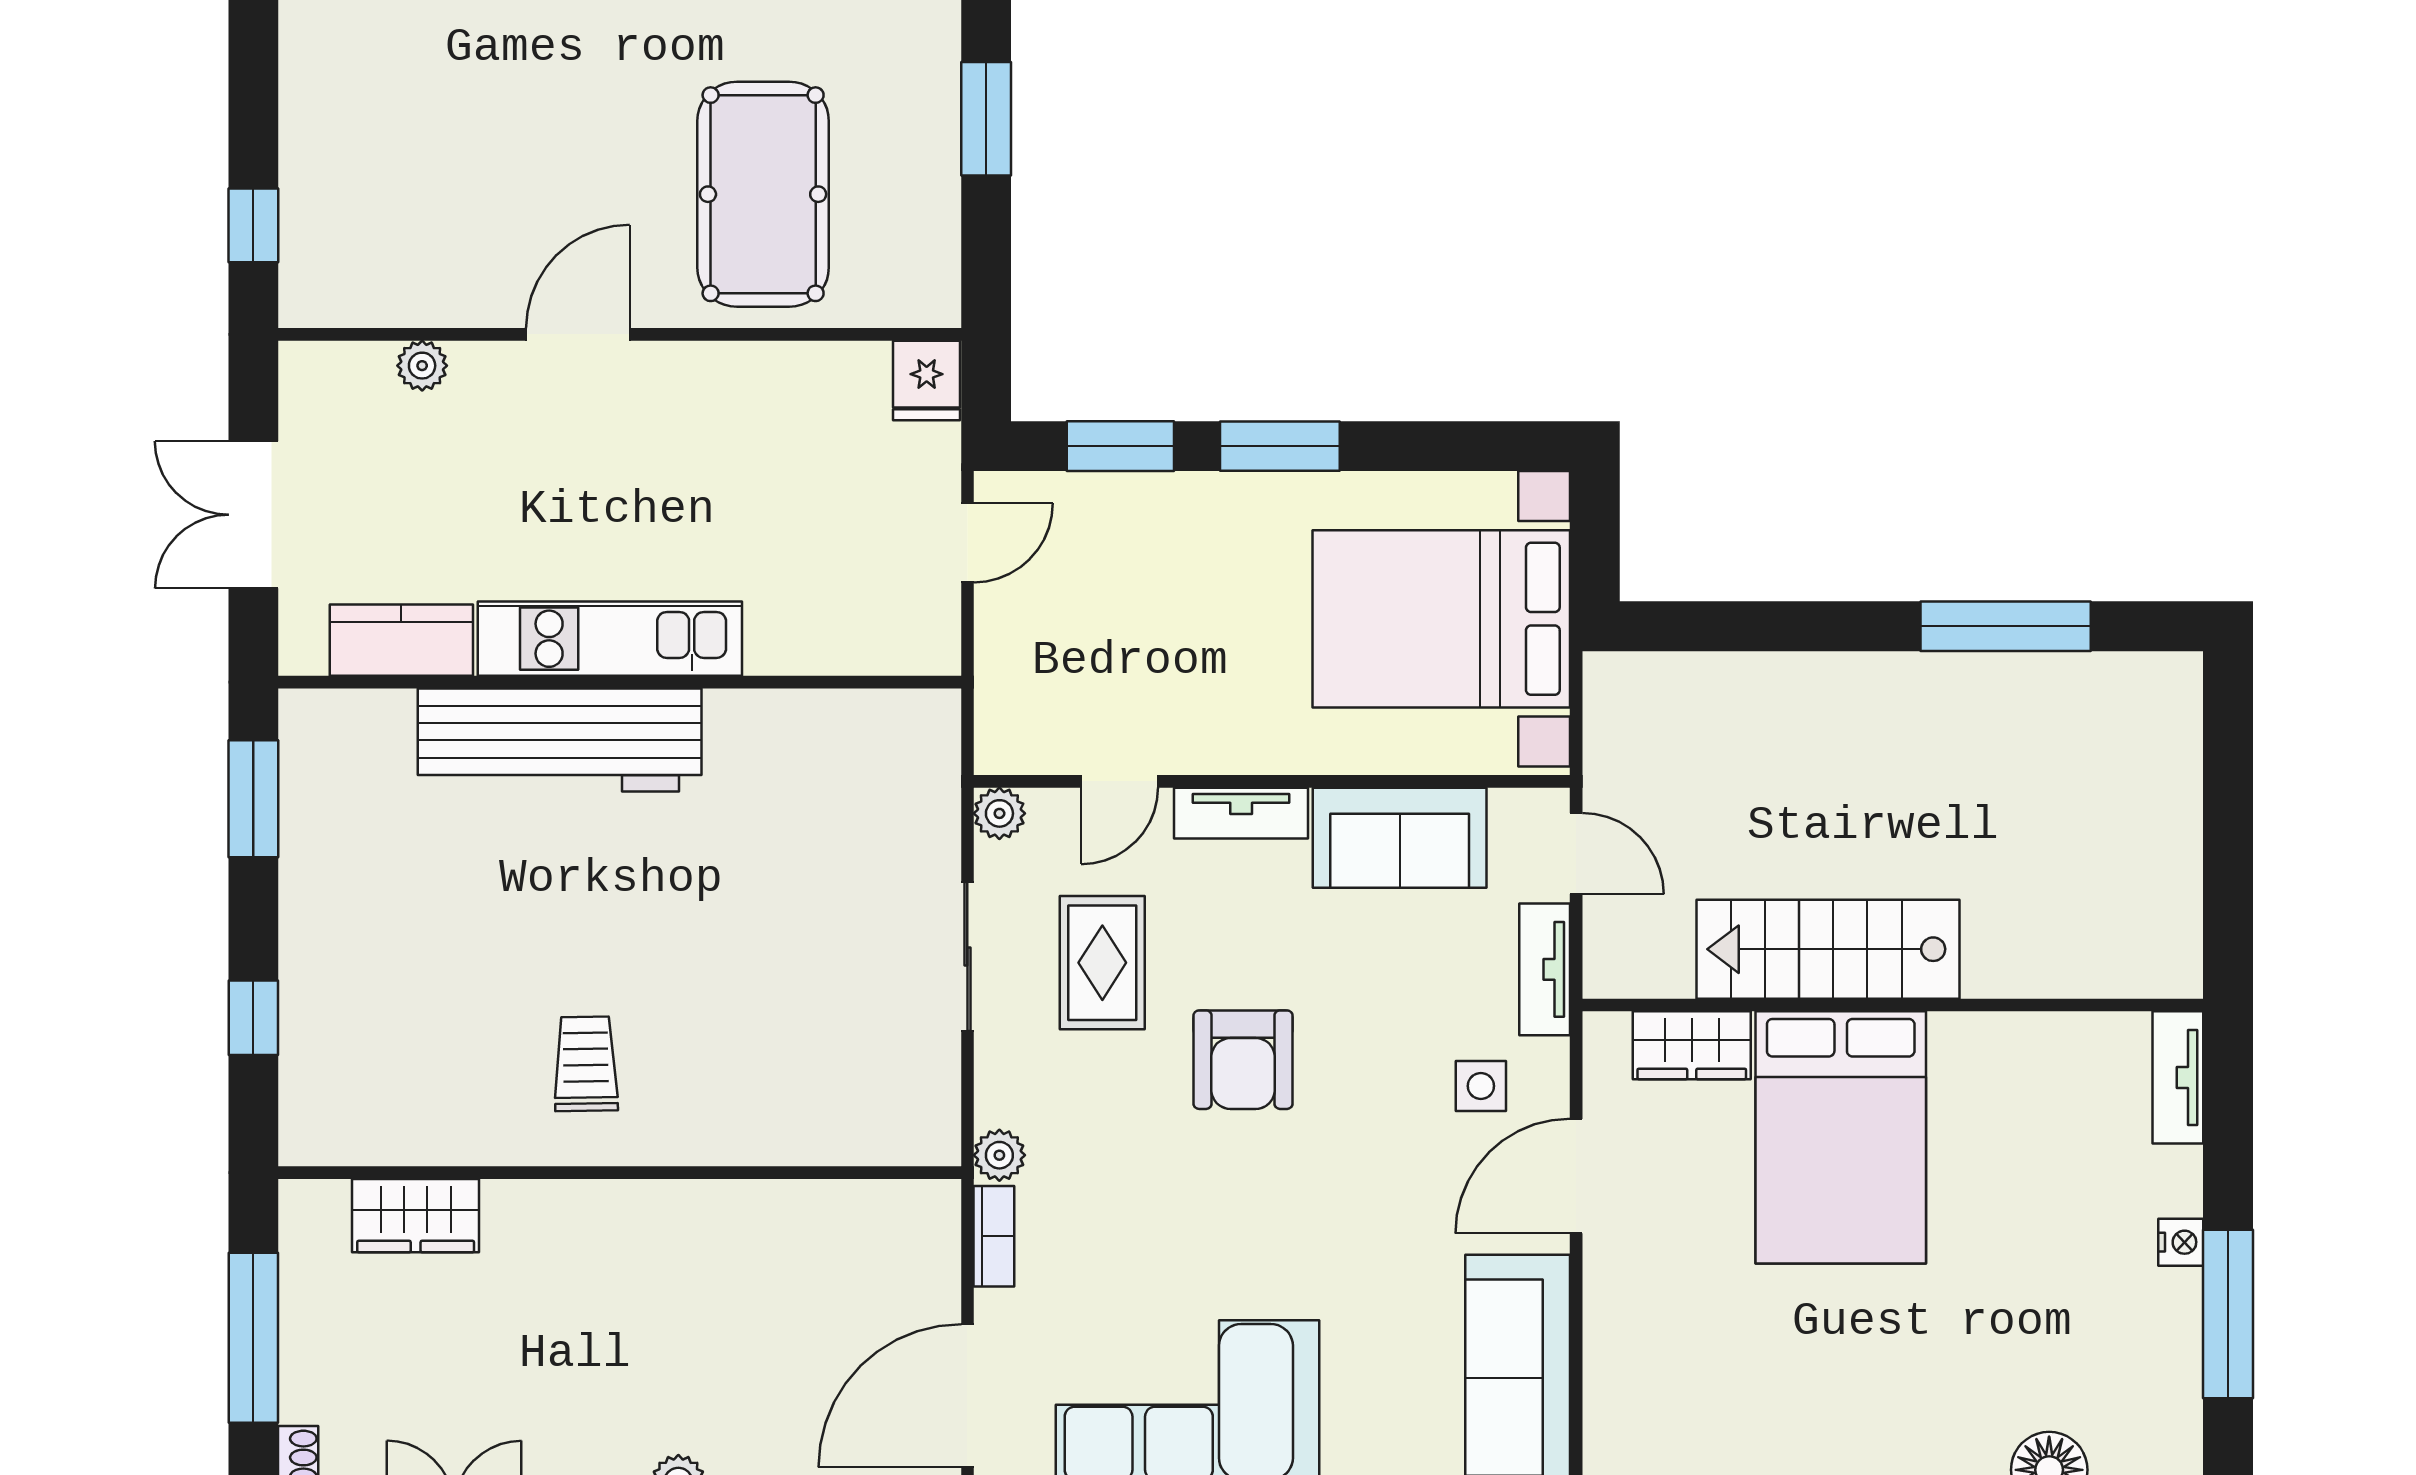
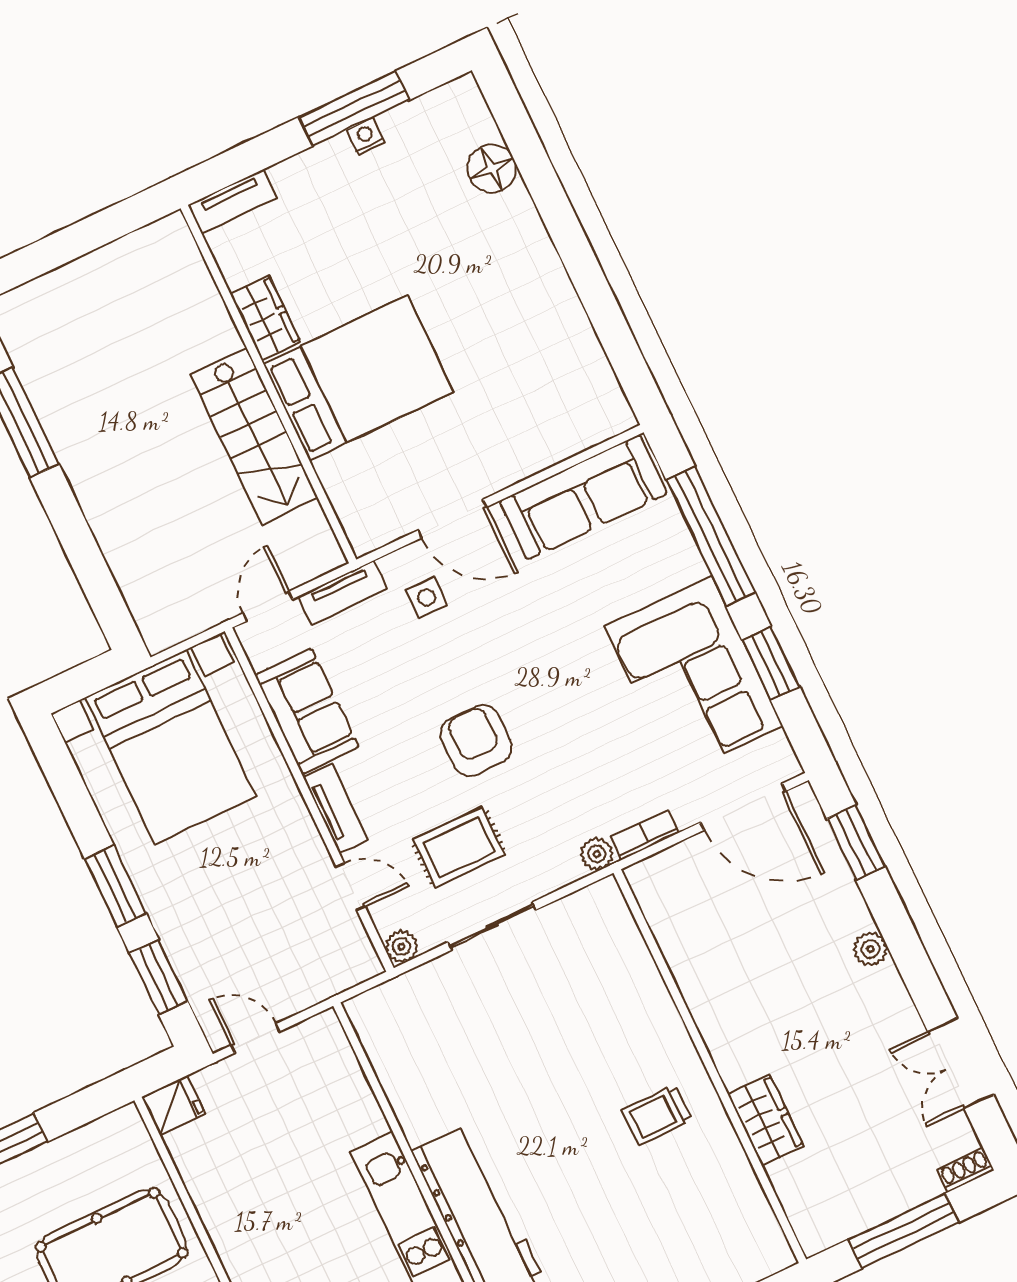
wardrobe: (1692, 1045) -> (265, 318), moved
armchair: (1243, 1060) -> (476, 741), turned -90
wardrobe: (416, 1216) -> (766, 1120), moved
nightstand: (2181, 1242) -> (366, 136), moved

